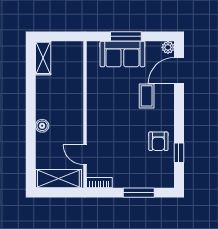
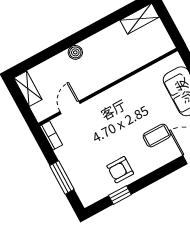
shelving: (58, 179) -> (28, 89), width x0.67, depth x0.75

